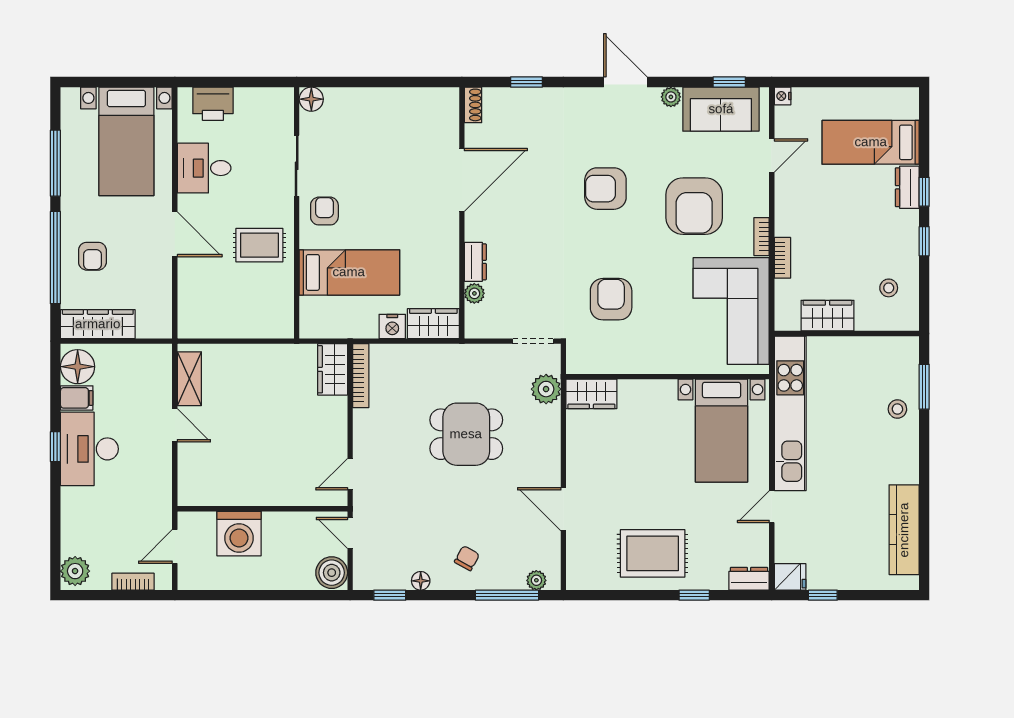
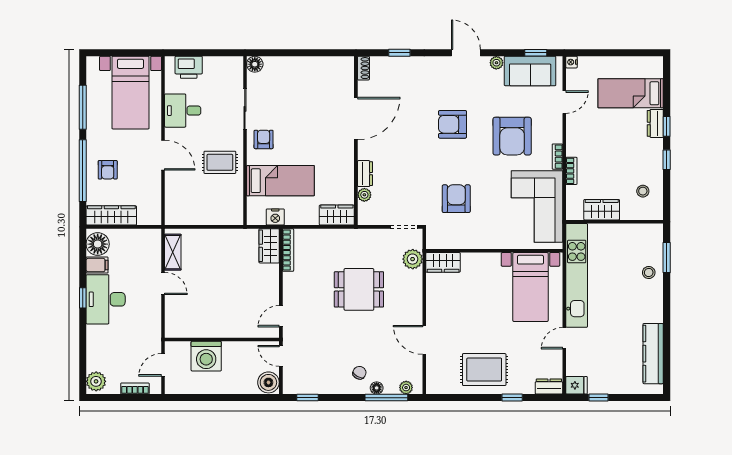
nightstand: (392, 326) -> (275, 217), moved
floor lamp: (421, 581) -> (377, 388), moved

